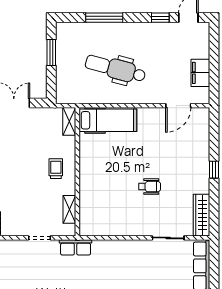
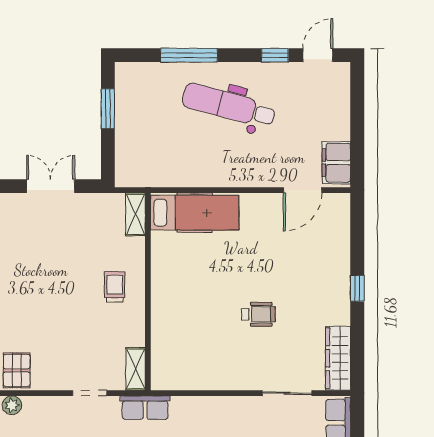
dental chair: (115, 69) -> (229, 106), moved
filing cabinet: (200, 73) -> (336, 163), moved
shelving: (69, 209) -> (136, 369), moved

